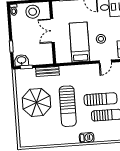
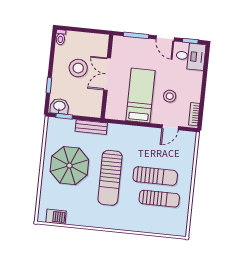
stool: (33, 12) -> (78, 68), moved
barbecue: (87, 138) -> (56, 217), moved

